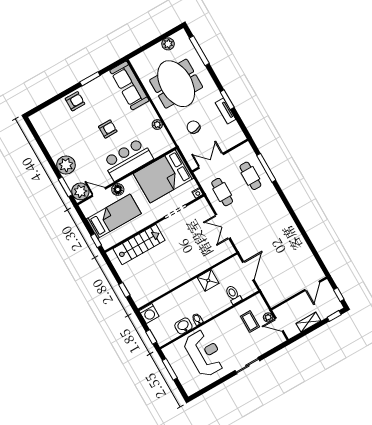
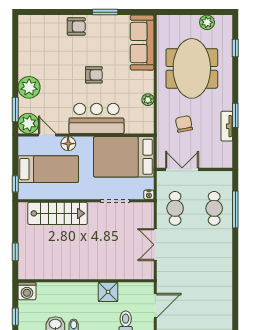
window: (199, 51) -> (235, 48), width x0.46

